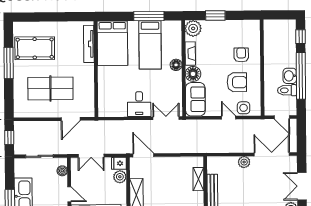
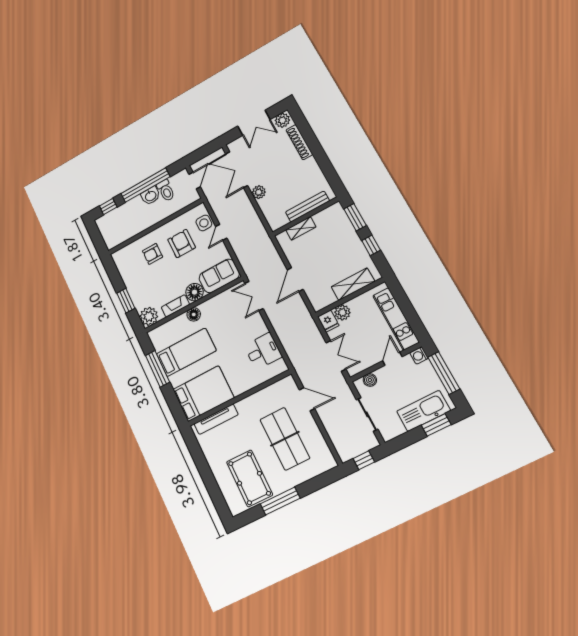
desk: (139, 104) -> (263, 351), moved
door: (143, 155) -> (295, 280), moved

